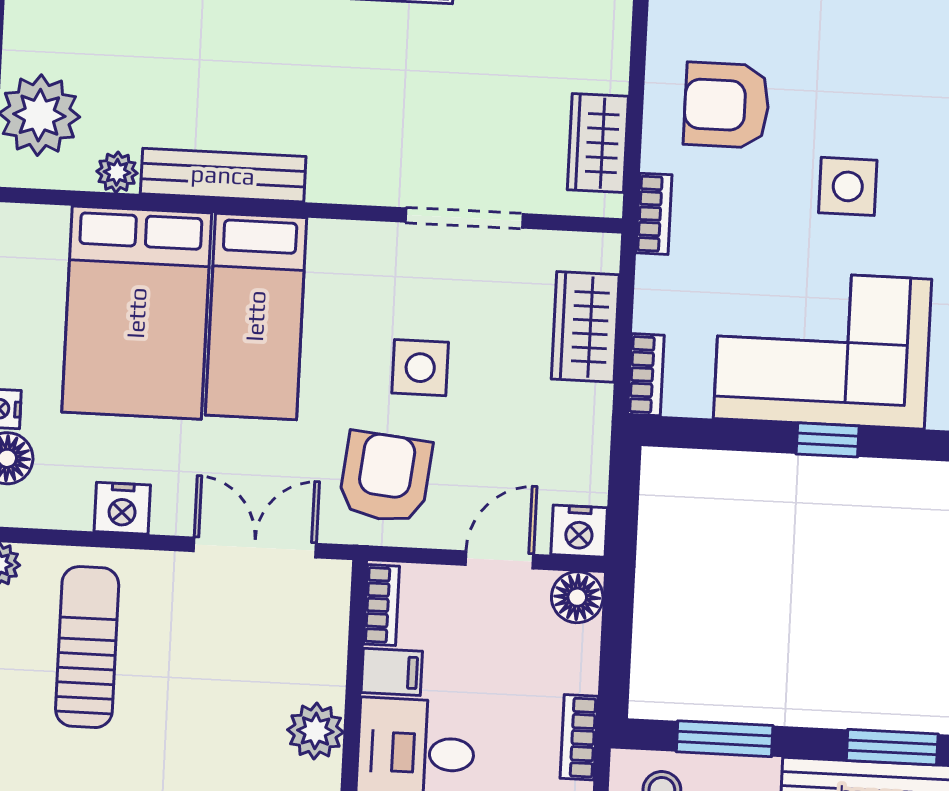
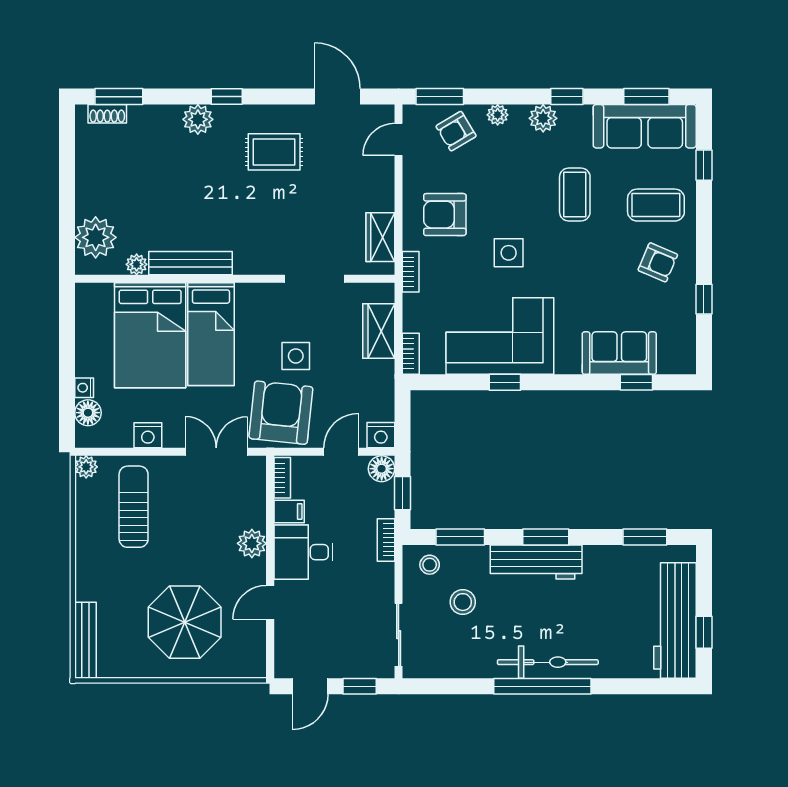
armchair: (385, 477) -> (281, 413), width x1.36, depth x1.36
window: (616, 647) -> (402, 493), added

